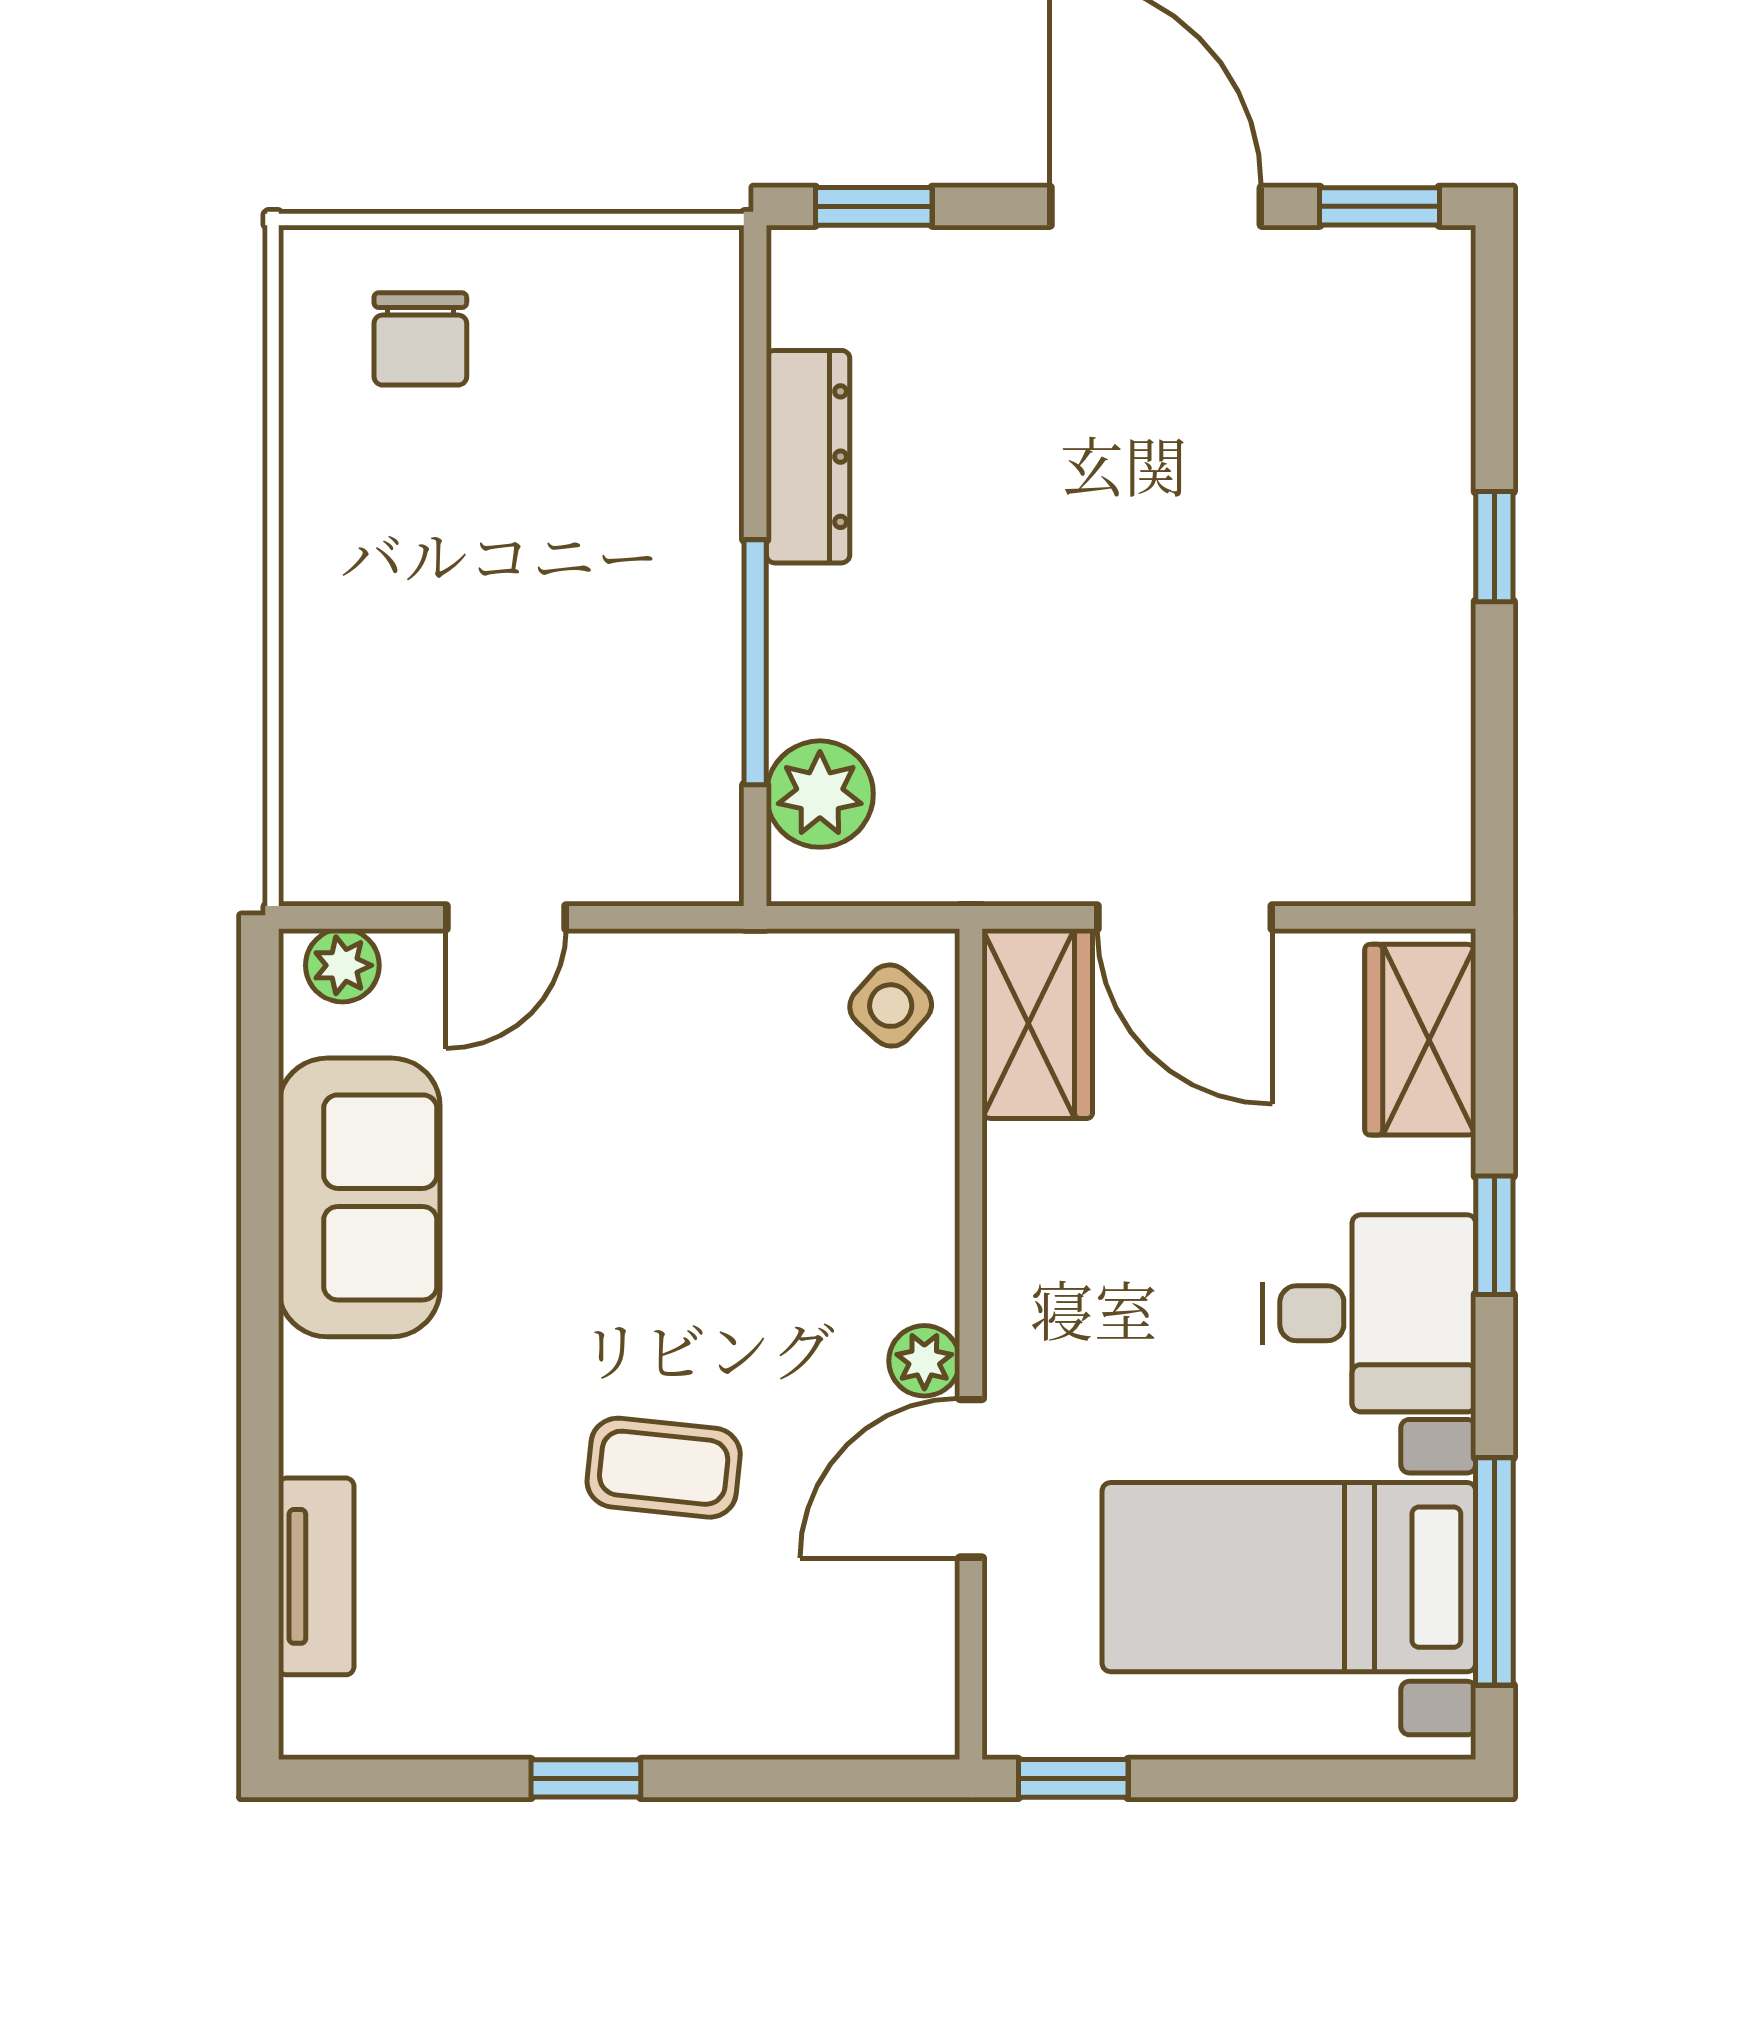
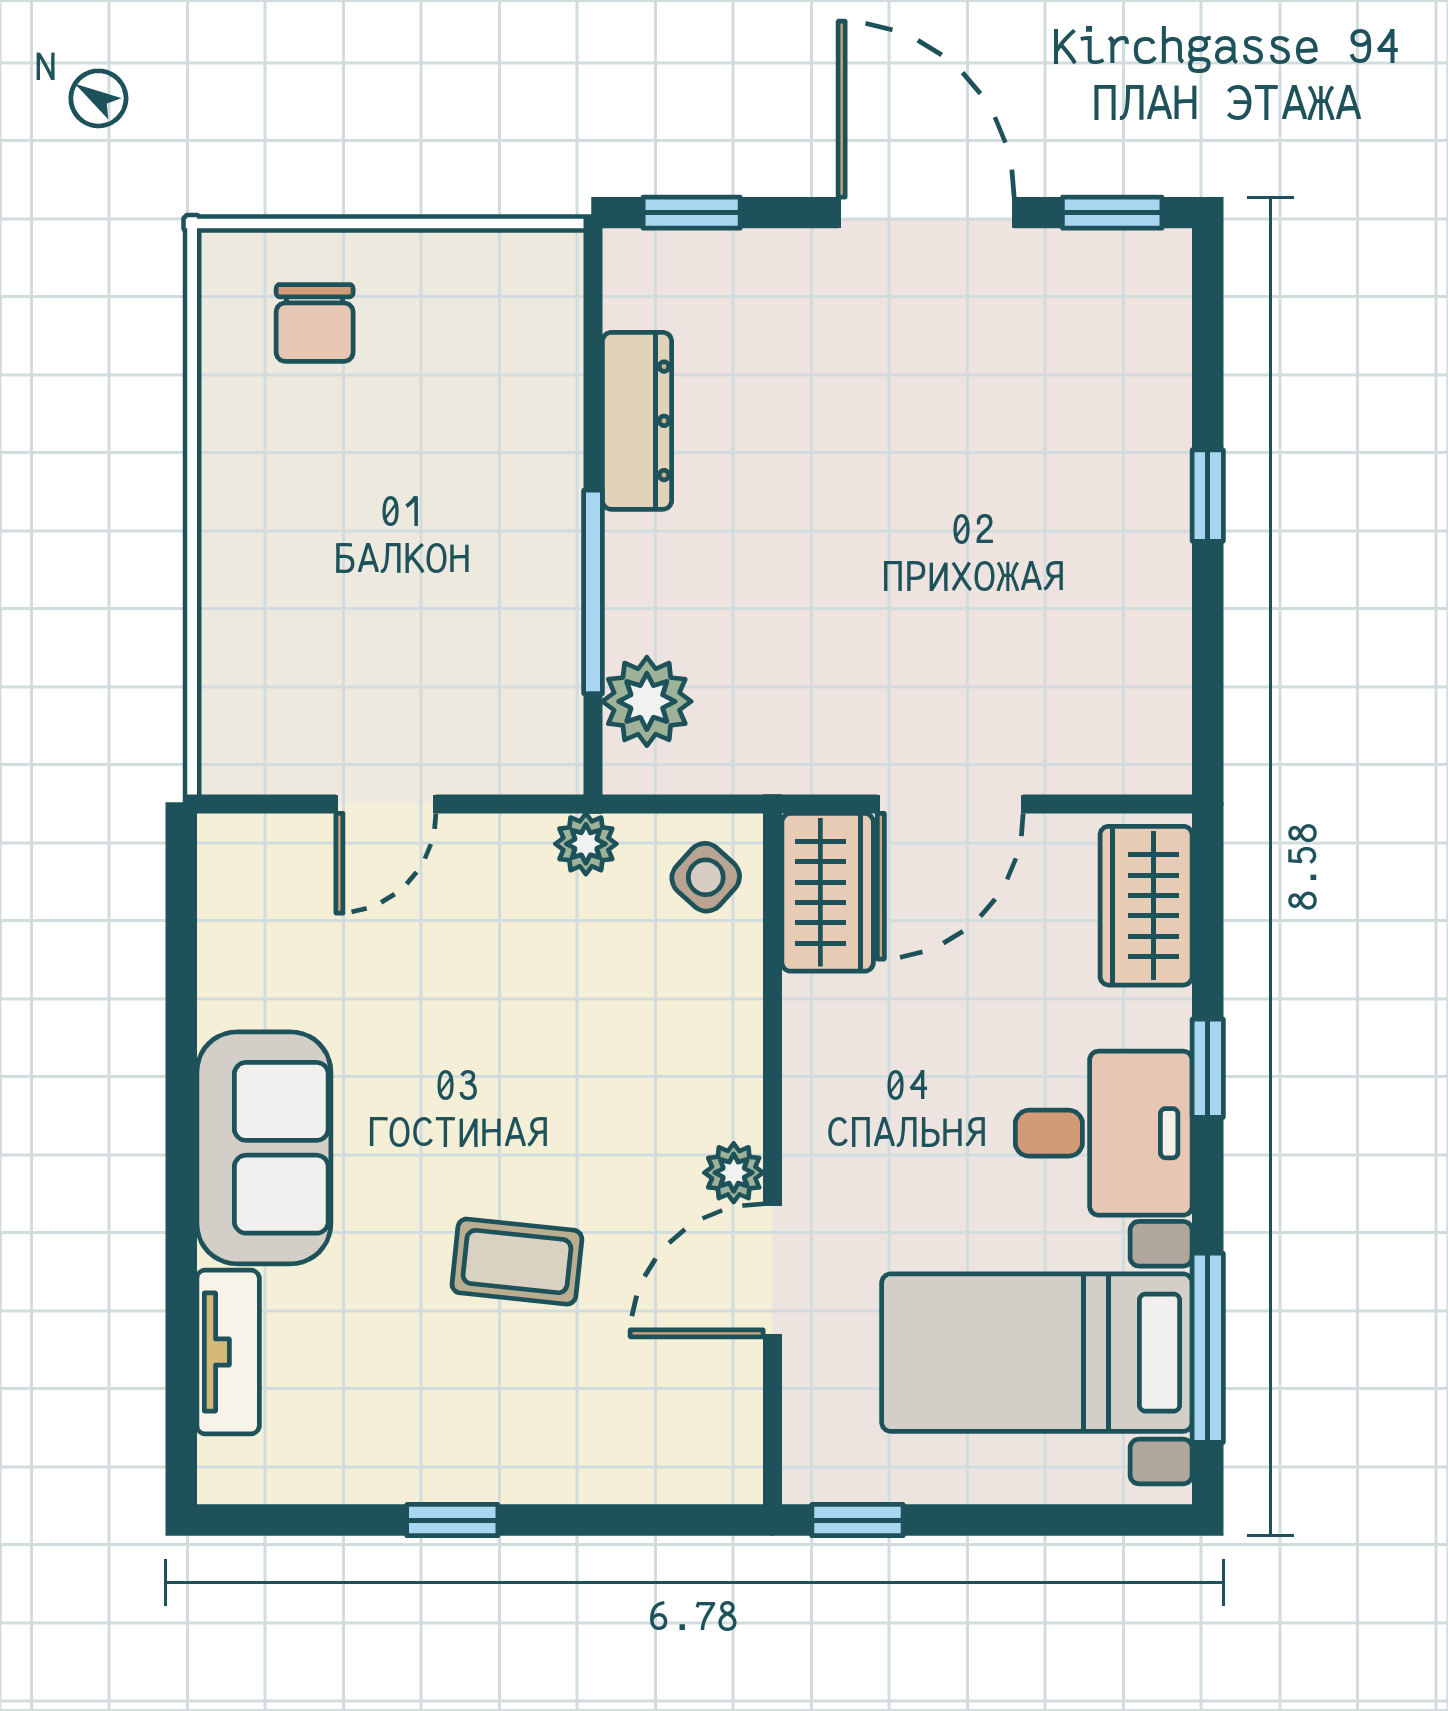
door: (1185, 917) -> (950, 804), hinge flipped
plant: (342, 965) -> (586, 844), moved
sofa: (359, 1197) -> (264, 1148), moved

